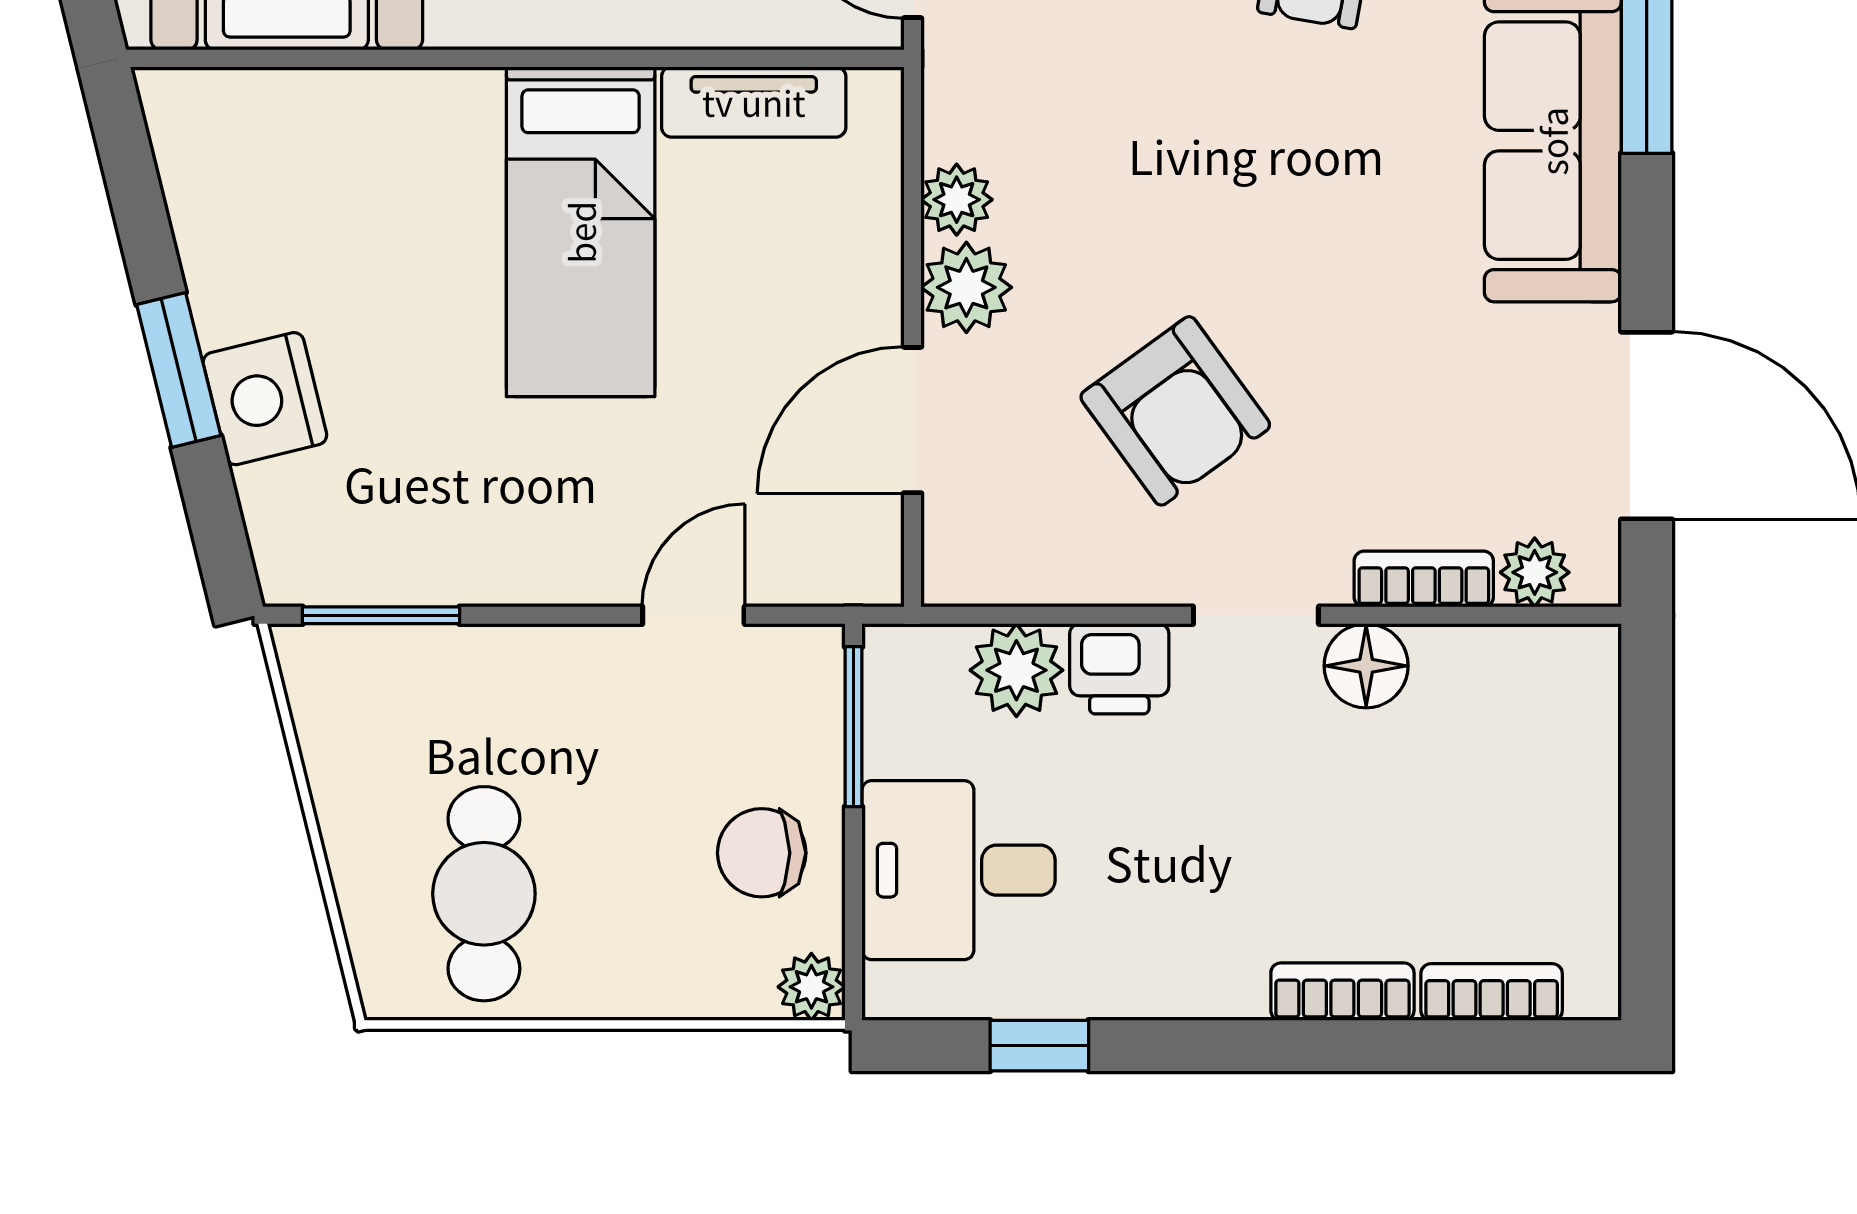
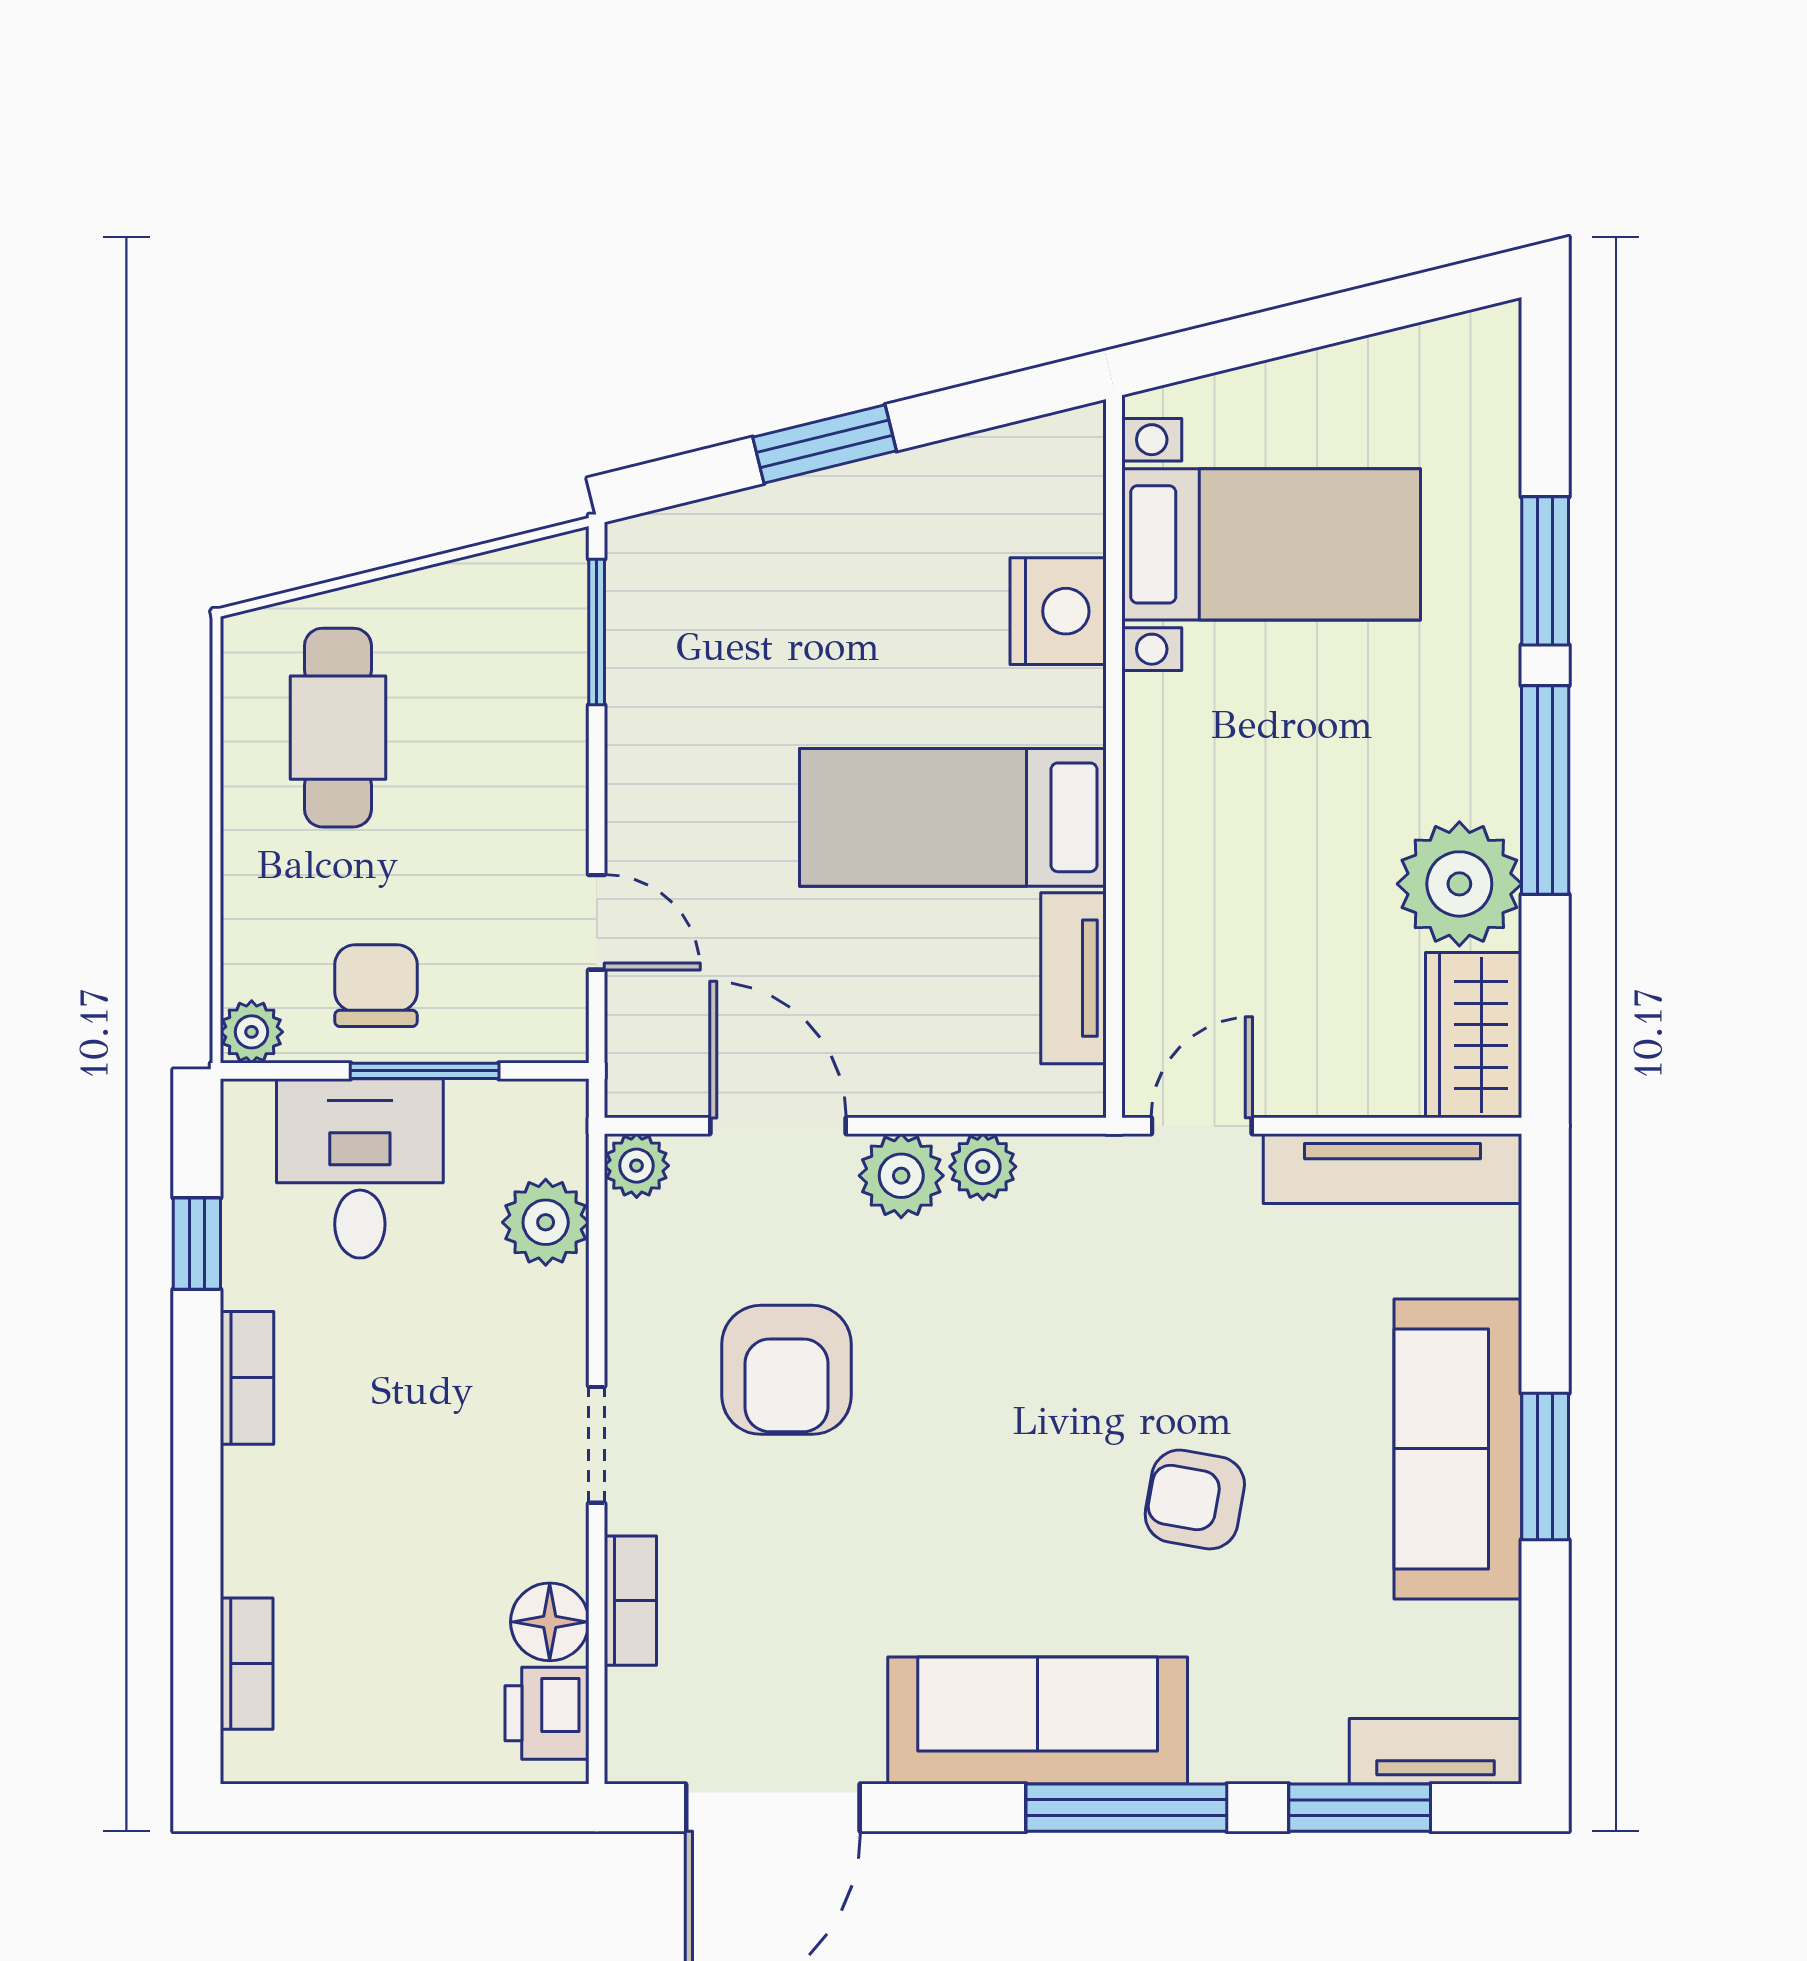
nightstand: (265, 399) -> (1058, 611), moved, turned 104
armchair: (1175, 411) -> (786, 1370), turned -54
plant: (1535, 572) -> (637, 1166), moved
floor lamp: (1366, 666) -> (550, 1622), moved
printer: (1119, 669) -> (547, 1713), moved
window: (853, 727) -> (425, 1071), moved
cafe table: (484, 894) -> (338, 728), turned 90
bookcase: (1342, 992) -> (247, 1378), moved

